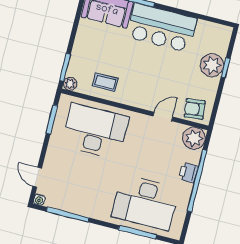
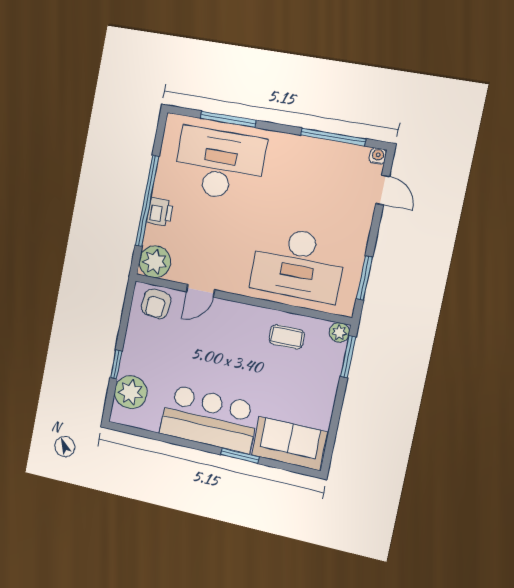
plant: (212, 65) -> (131, 392), moved
armchair: (195, 109) -> (156, 304), turned 102

